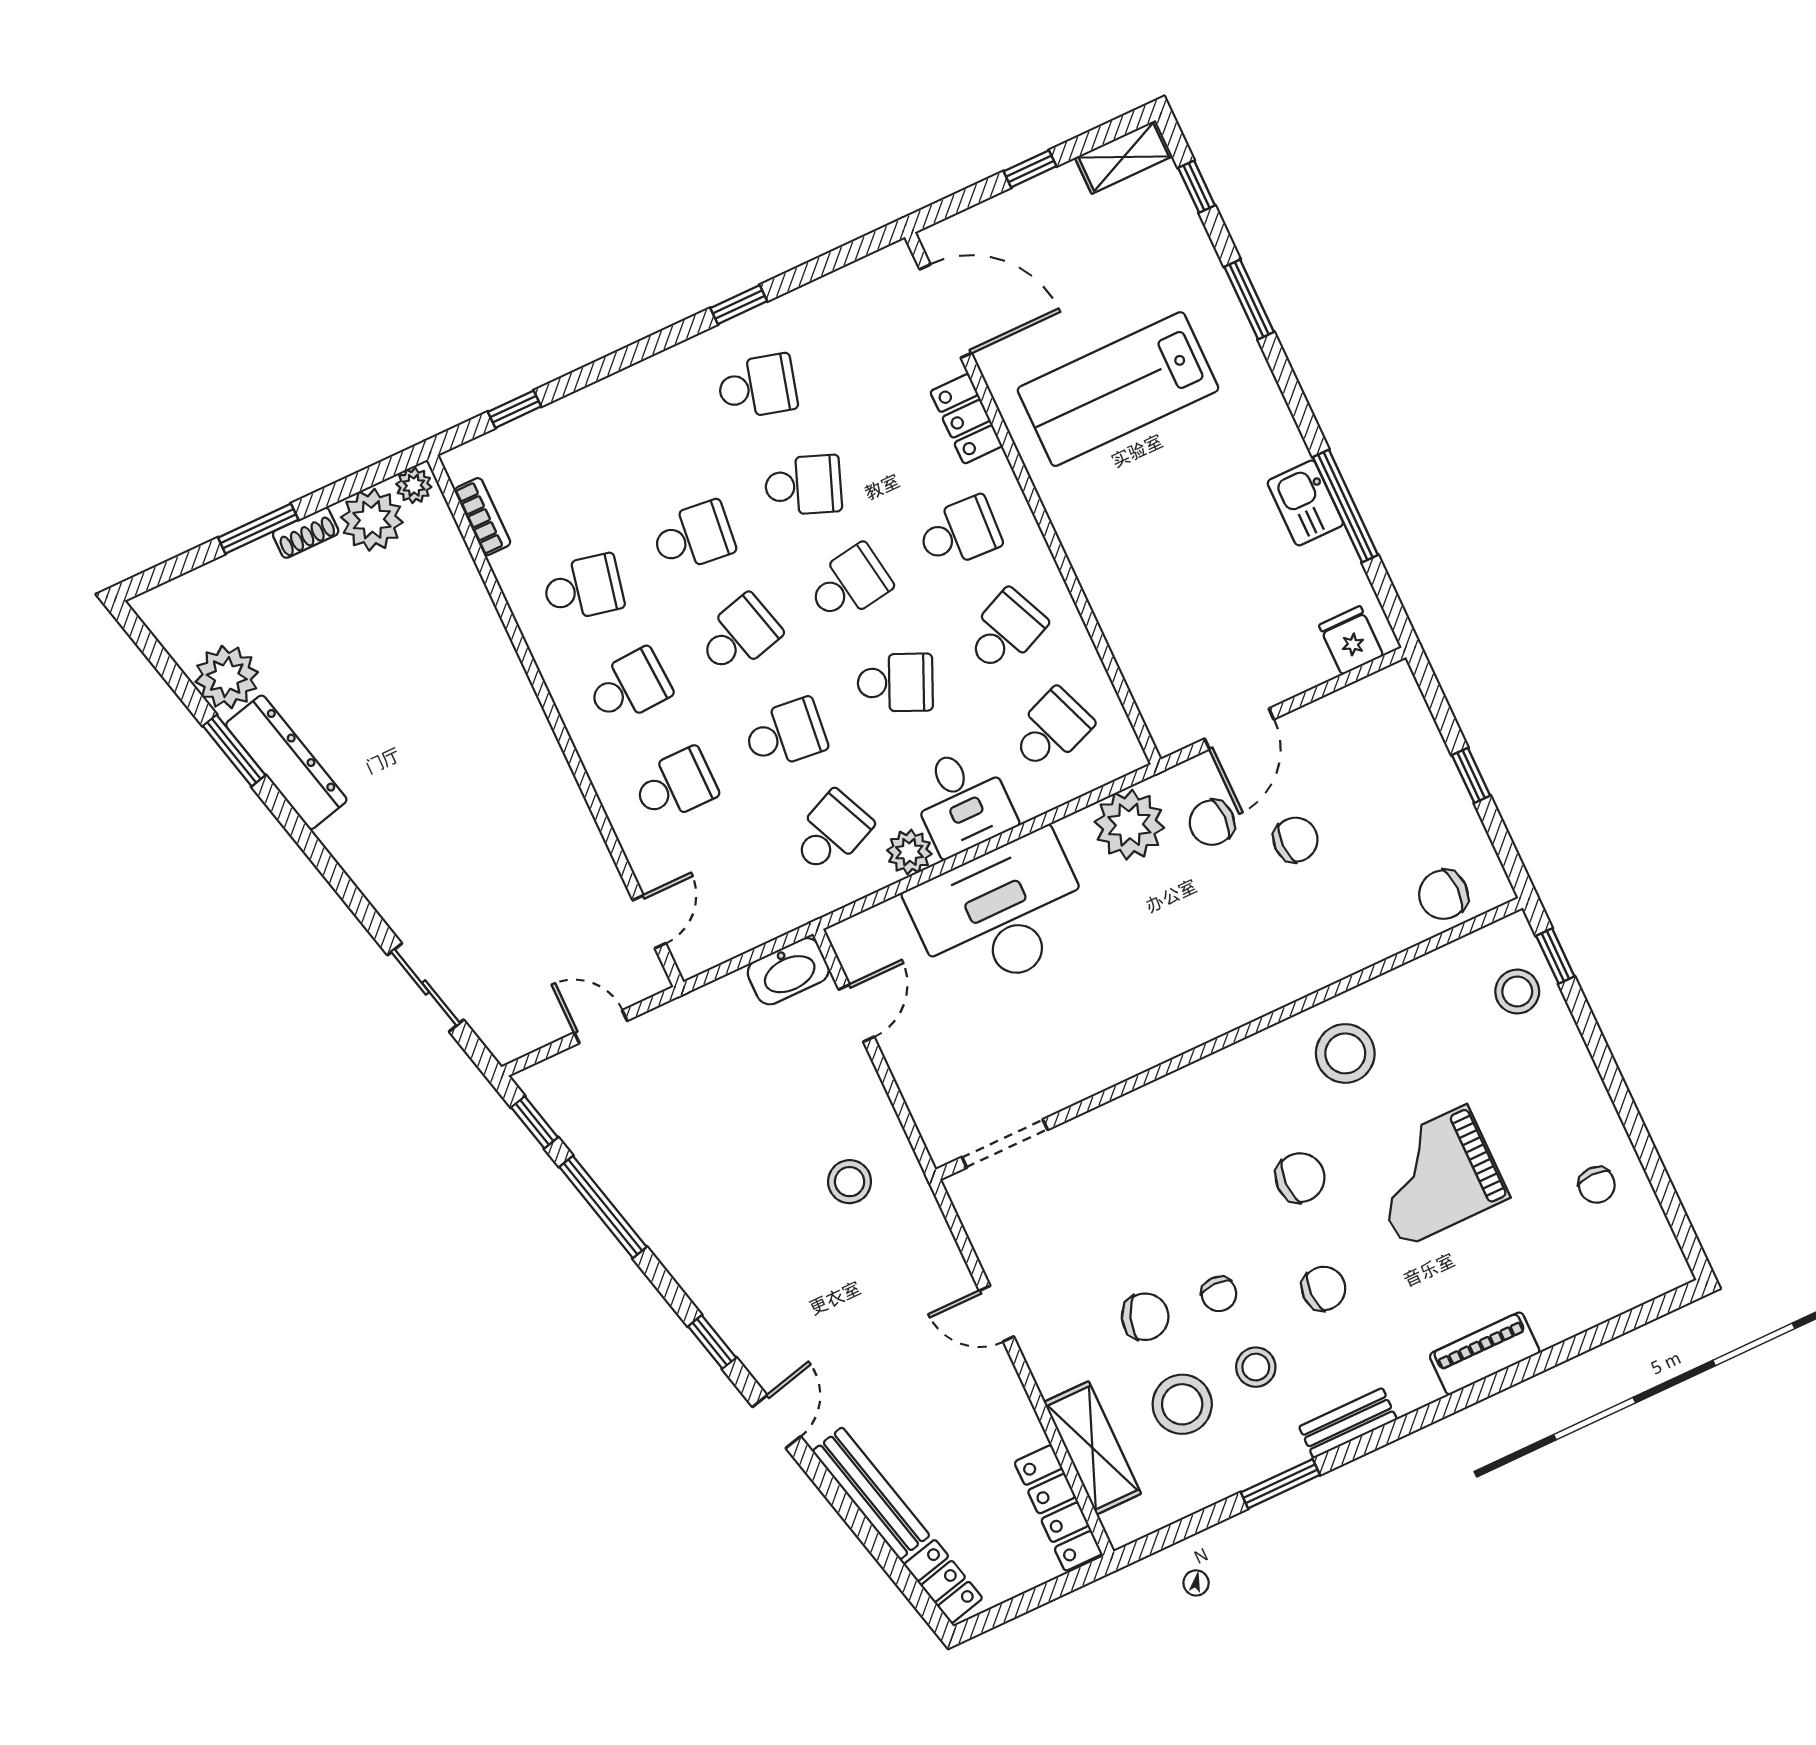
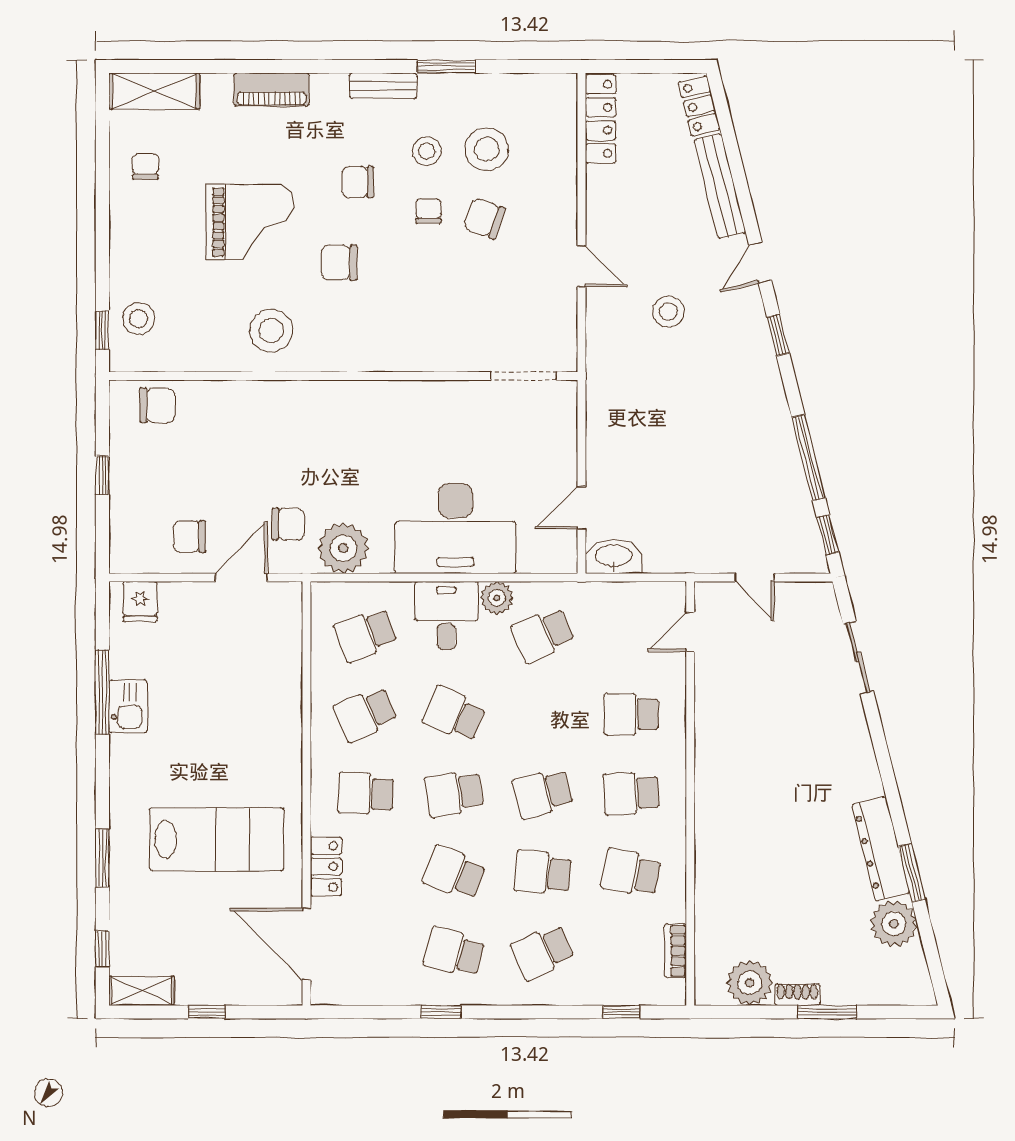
plant: (414, 485) -> (711, 993), removed
school desk: (785, 734) -> (543, 952), moved, turned -30
chair: (1296, 840) -> (189, 536), moved
stool: (850, 1182) -> (668, 312), moved
shelving: (1092, 1448) -> (154, 91), moved, turned 90

